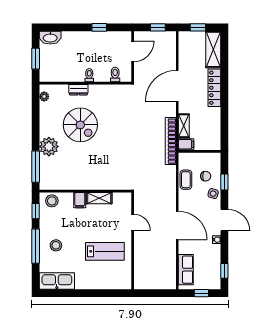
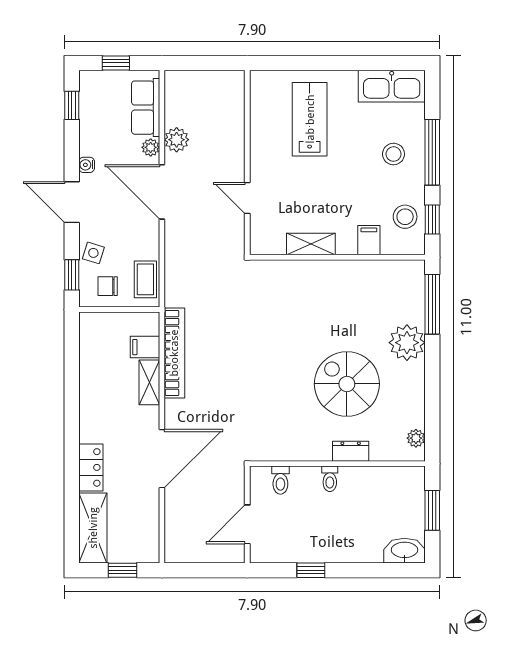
window: (158, 27) -> (199, 570), removed
locker: (214, 88) -> (91, 467), width x0.66
wall: (200, 151) -> (119, 310), moved
filing cabinet: (80, 200) -> (369, 240), moved
stool: (52, 201) -> (405, 217), moved
plant: (183, 249) -> (151, 147), added
lab bench: (105, 251) -> (310, 119), moved, turned 90
plant: (170, 253) -> (177, 140), added

